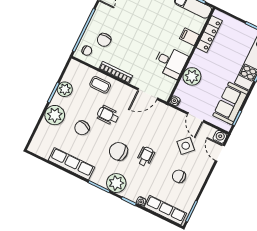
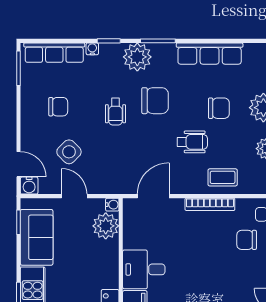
chair: (104, 40) -> (247, 240), turned -90
desk: (170, 62) -> (144, 269), moved
plant: (192, 76) -> (106, 226), moved
chair: (82, 128) -> (219, 108), turned 71

